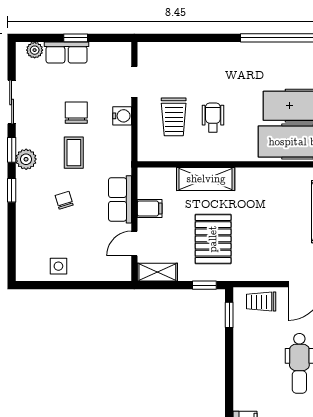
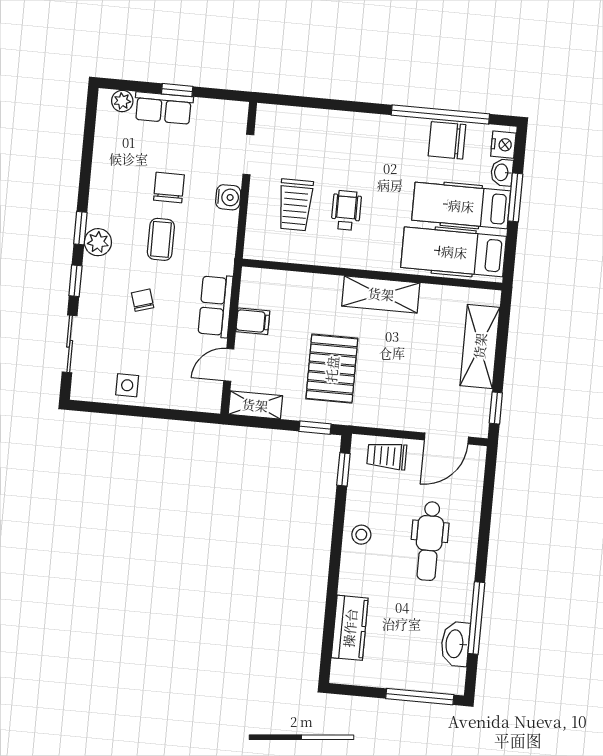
chair: (285, 57) -> (447, 140), added
sliding door: (12, 102) -> (70, 344), moved
shelving: (206, 179) -> (381, 294), moved
stool: (247, 363) -> (361, 535), added

